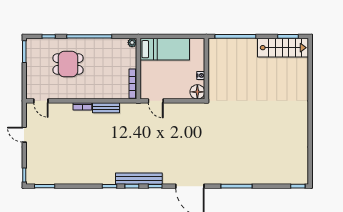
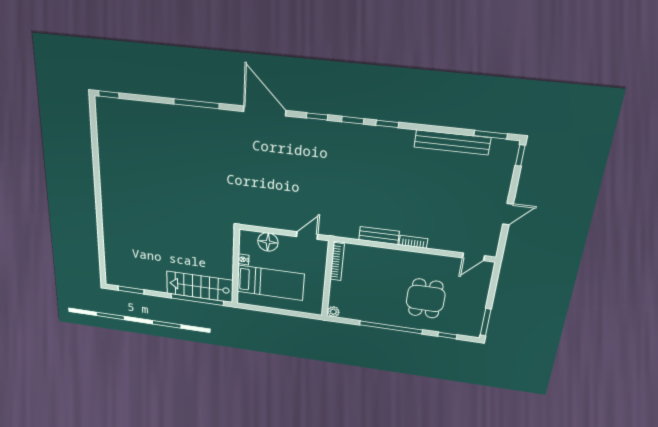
stairs: (283, 48) -> (200, 287), moved
bed: (165, 49) -> (270, 283), moved, turned 180
dining table: (68, 64) -> (426, 298), turned 90
floor lamp: (197, 92) -> (268, 242), moved
door: (41, 101) -> (474, 257), swing flipped
door: (156, 101) -> (307, 235), hinge flipped
door: (24, 135) -> (508, 214), hinge flipped
bench: (139, 179) -> (452, 142), moved

